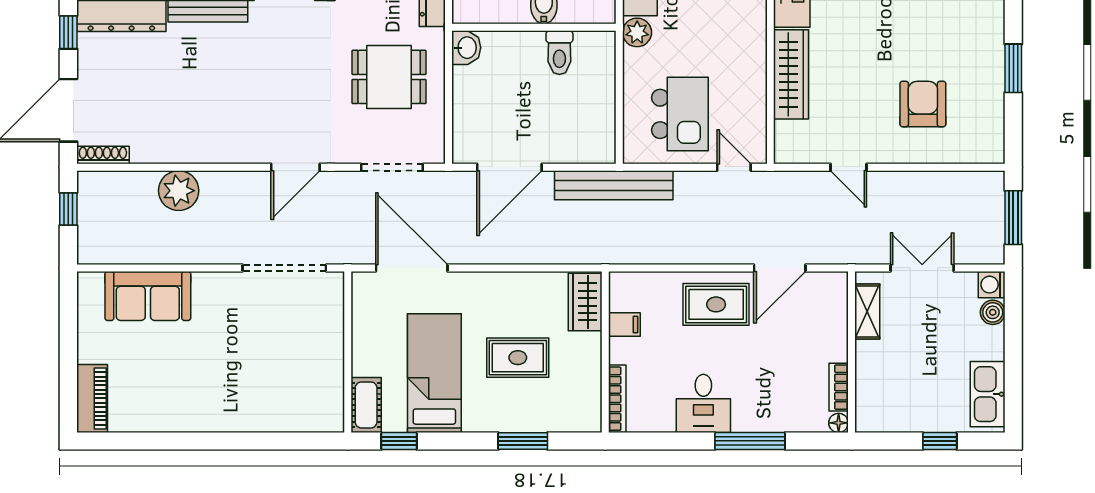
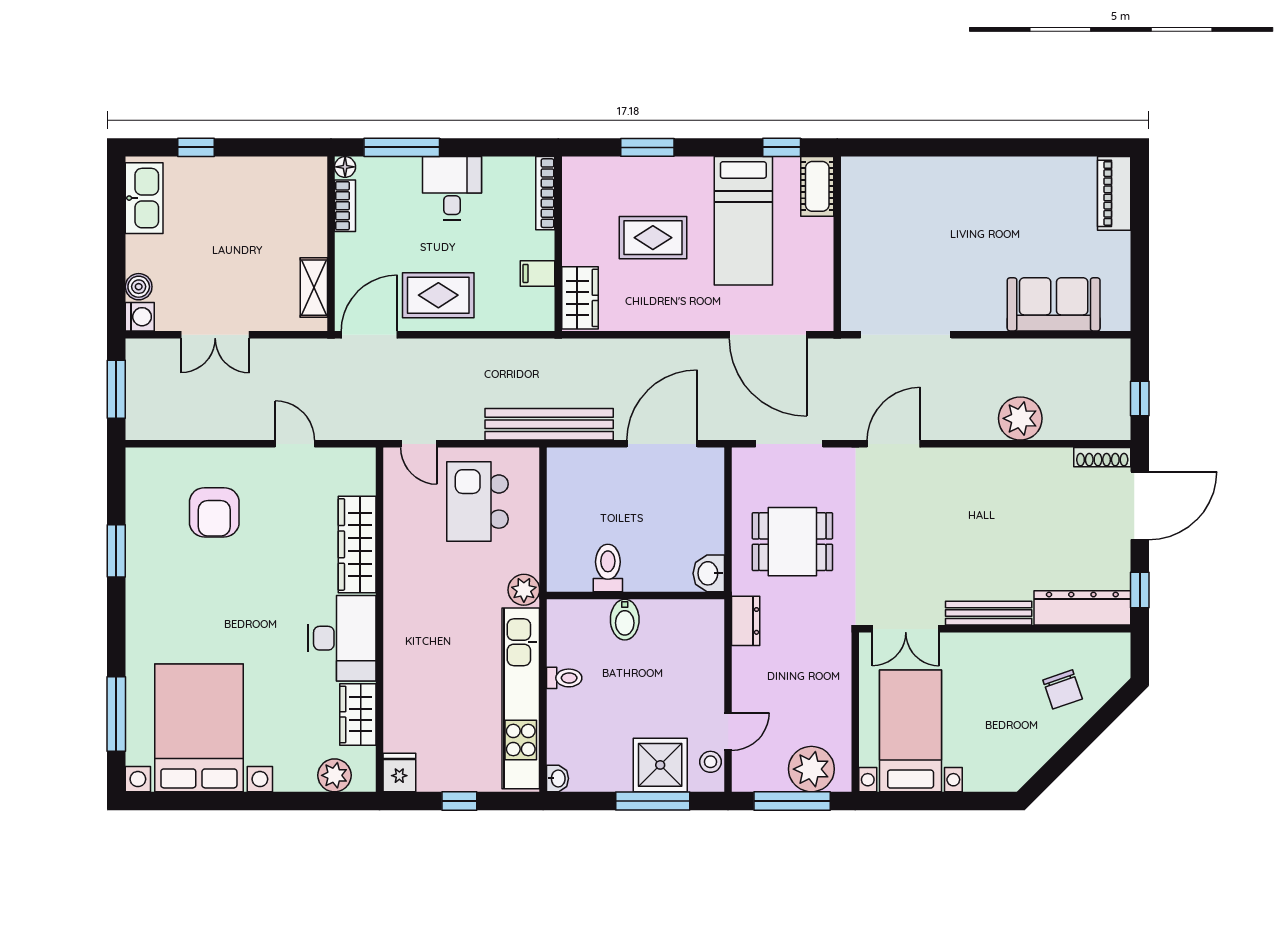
shelving: (867, 312) -> (314, 288), moved
wall: (852, 352) -> (331, 244), moved
bookcase: (839, 387) -> (345, 206), moved
floor lamp: (839, 423) -> (345, 167), moved

